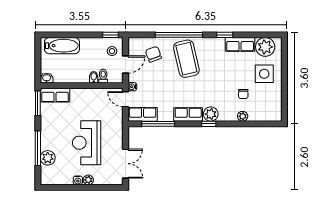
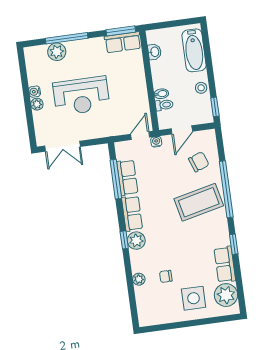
stool: (112, 51) -> (201, 88), moved
door: (126, 64) -> (182, 130), hinge flipped
washbasin: (47, 78) -> (154, 52), moved
row of seats: (55, 95) -> (123, 42), moved, turned -90
row of seats: (143, 114) -> (127, 178), moved
reception desk: (87, 143) -> (81, 96), turned 180

